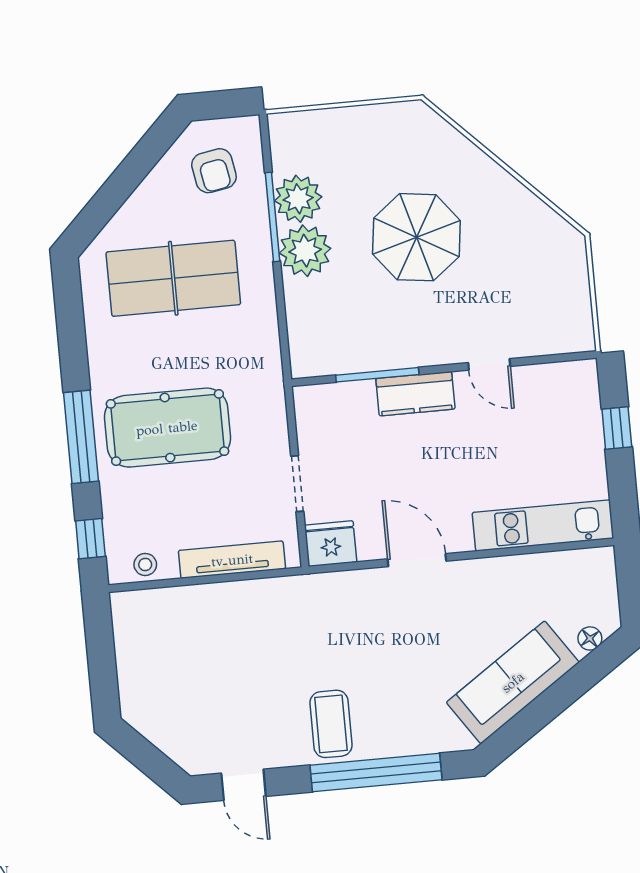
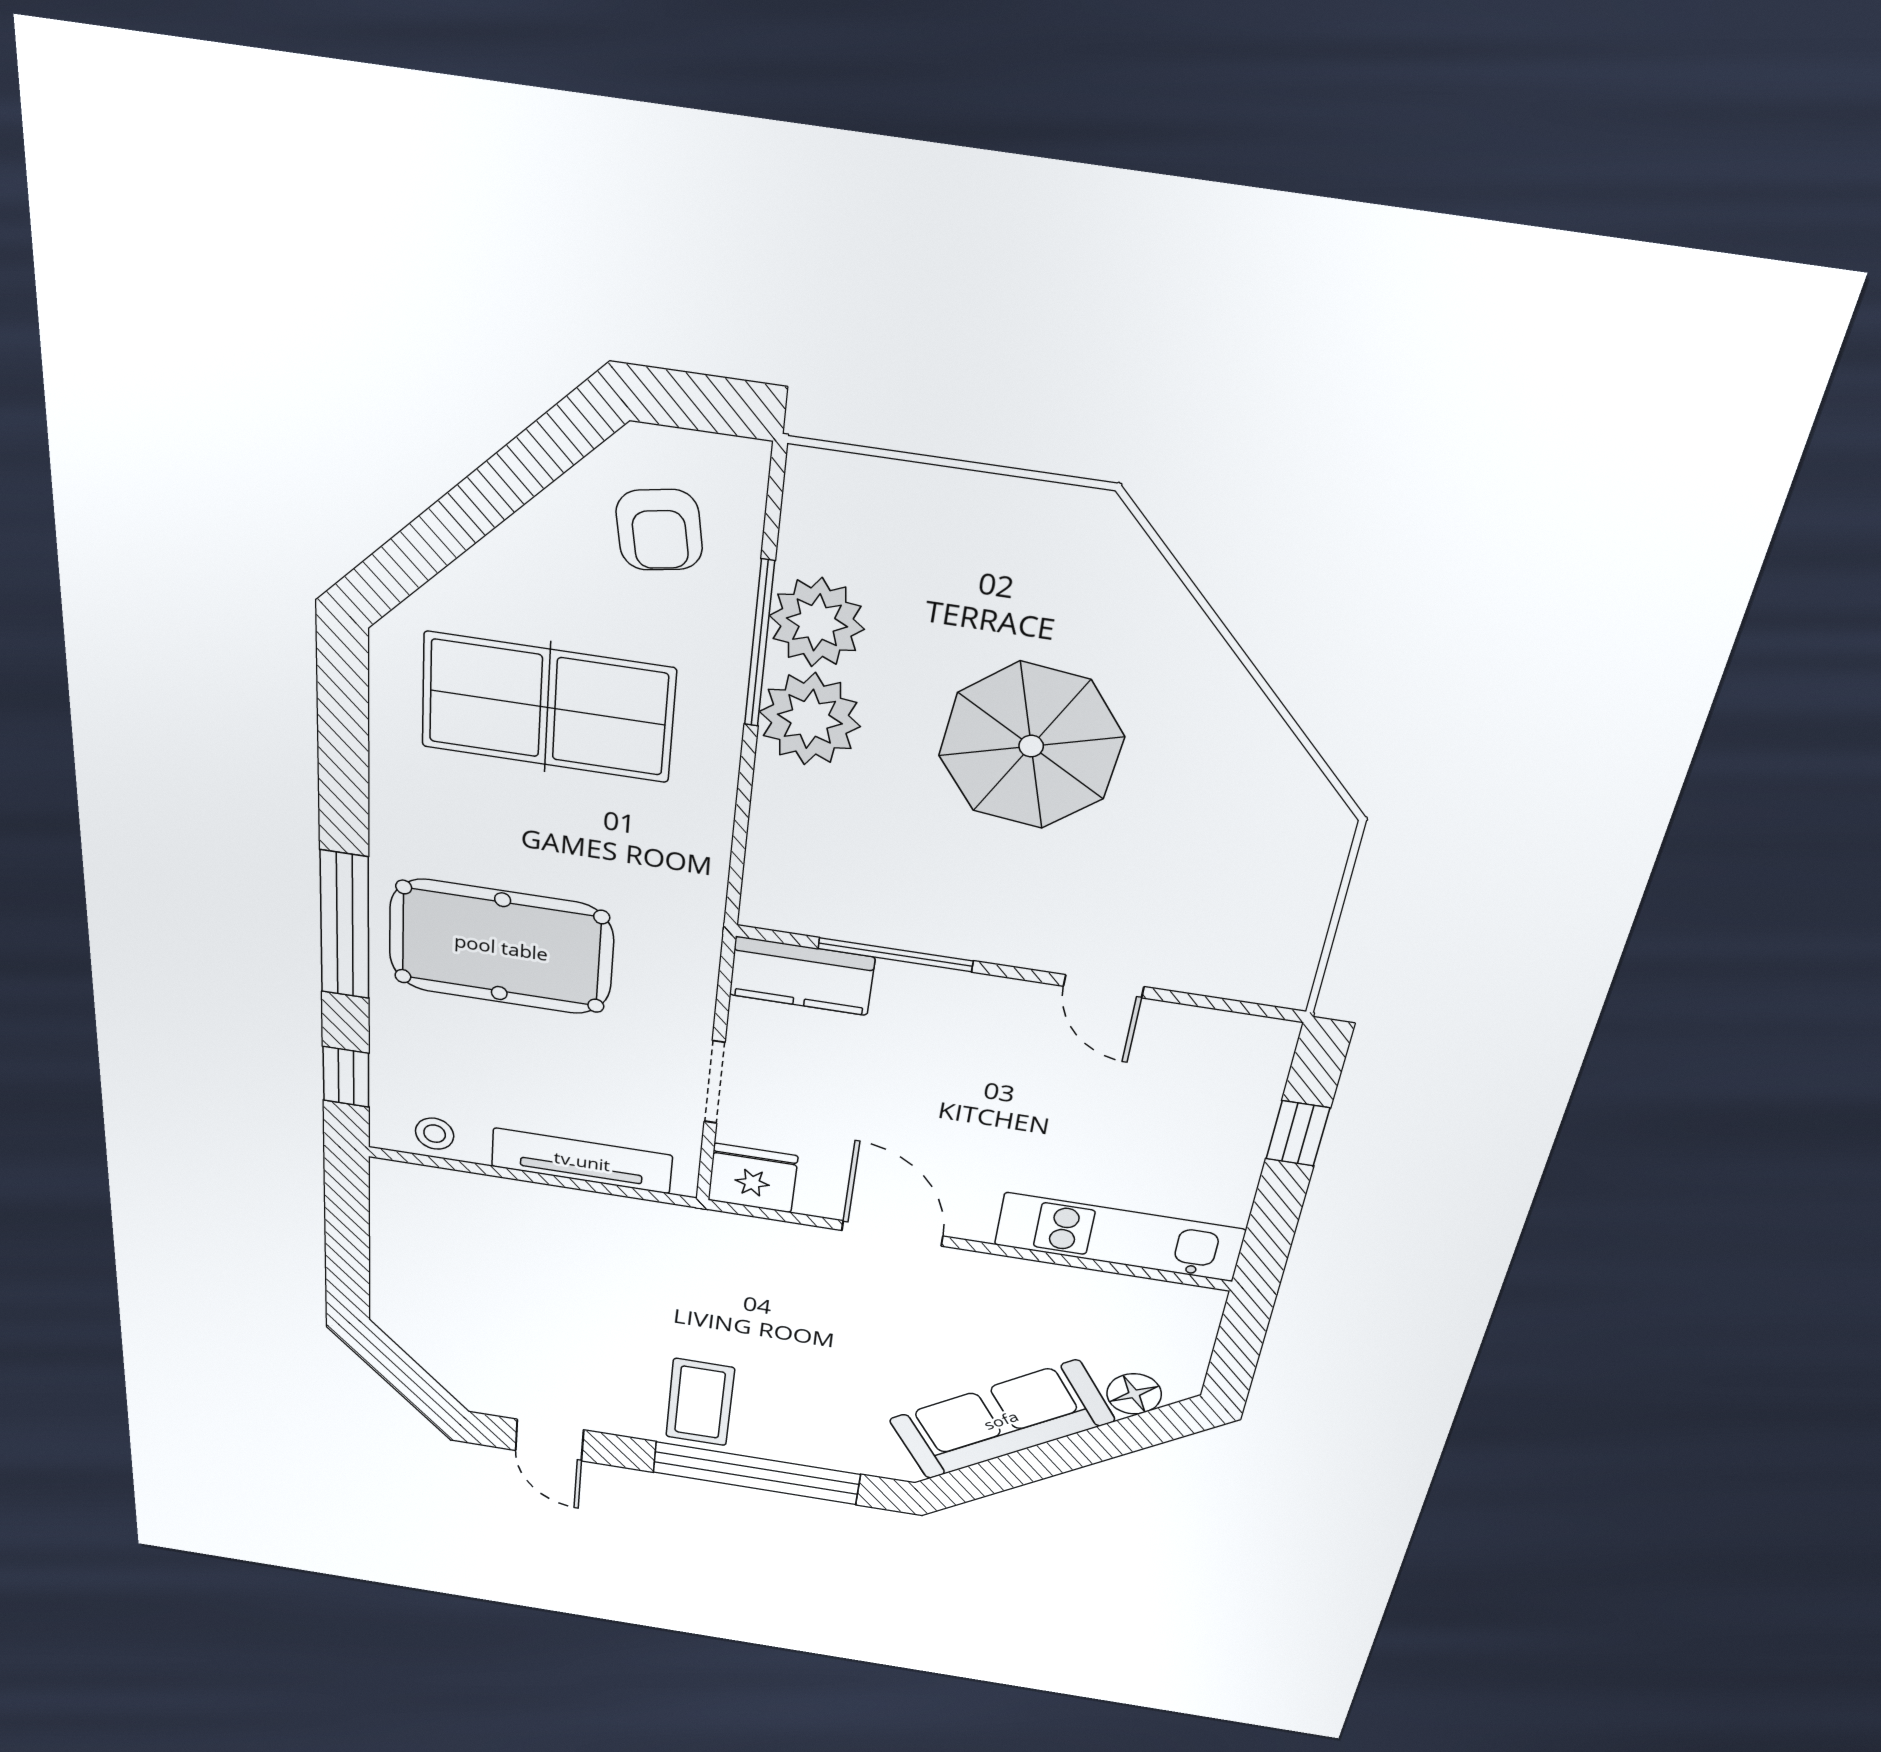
kitchen counter: (415, 394) -> (802, 976), moved
floor lamp: (590, 638) -> (1134, 1394), width x1.37, depth x1.37

